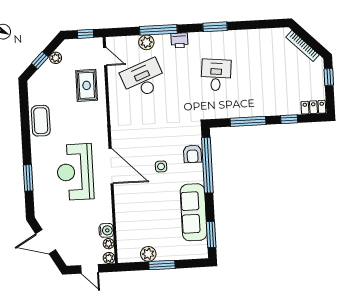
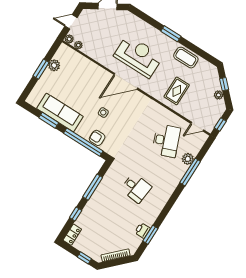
window: (215, 27) -> (150, 235), moved
printer: (179, 40) -> (142, 230), moved
rug: (87, 85) -> (177, 91), moved, turned 90
window: (28, 178) -> (171, 34), moved
water cooler: (106, 230) -> (88, 50), removed
window: (211, 234) -> (49, 120), moved

